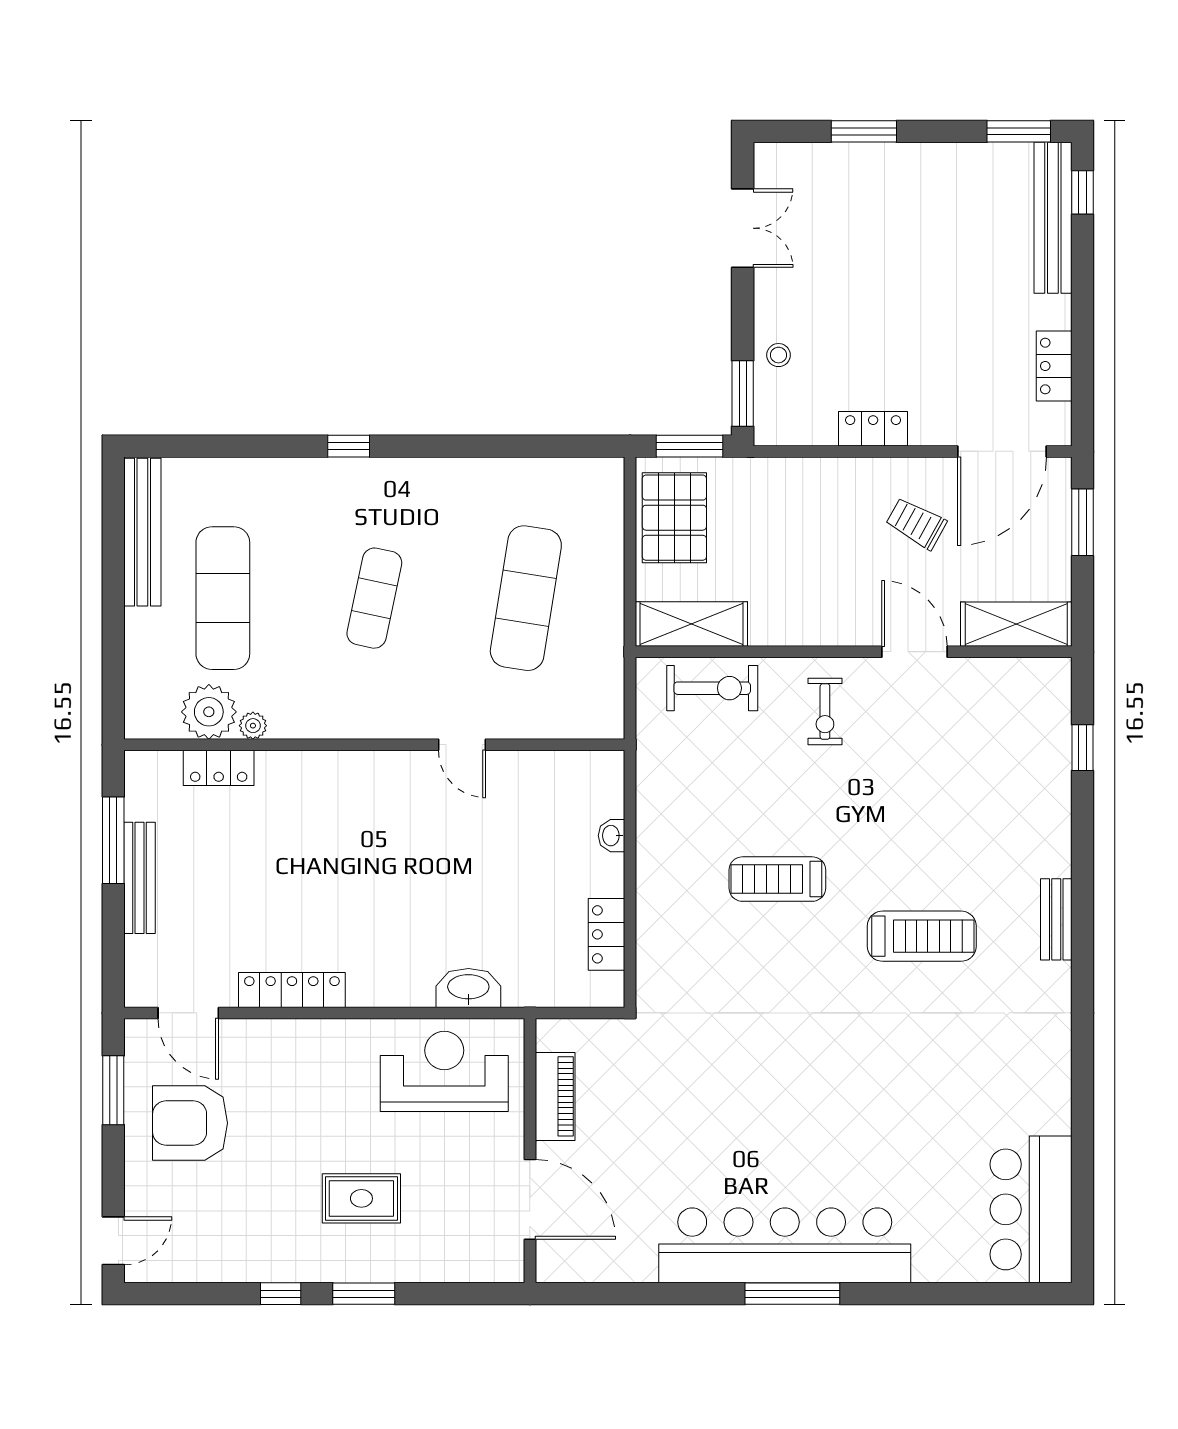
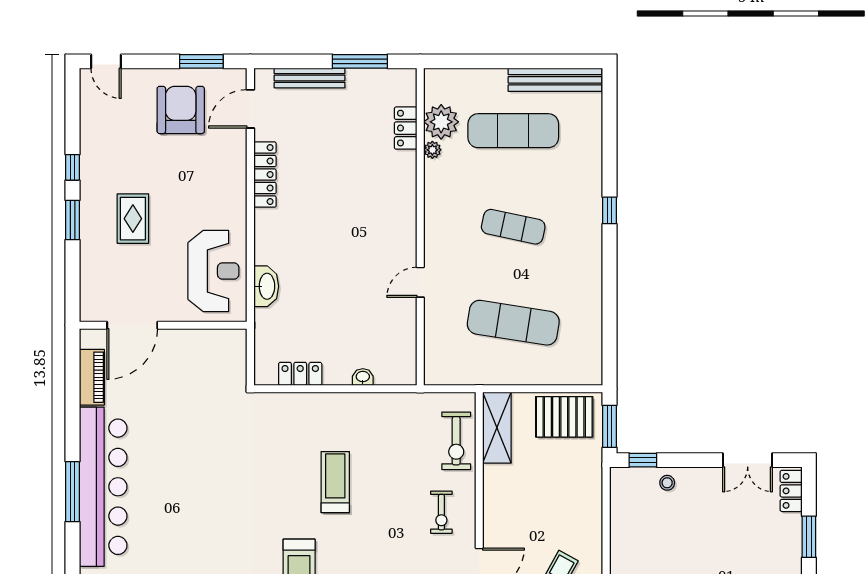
window: (743, 394) -> (643, 460), width x0.67
locker: (873, 429) -> (791, 491), moved, turned 180
exercise bike: (825, 711) -> (441, 512), turned -90
bench: (140, 878) -> (310, 78), moved
piano: (555, 1096) -> (92, 377), moved, turned -90

